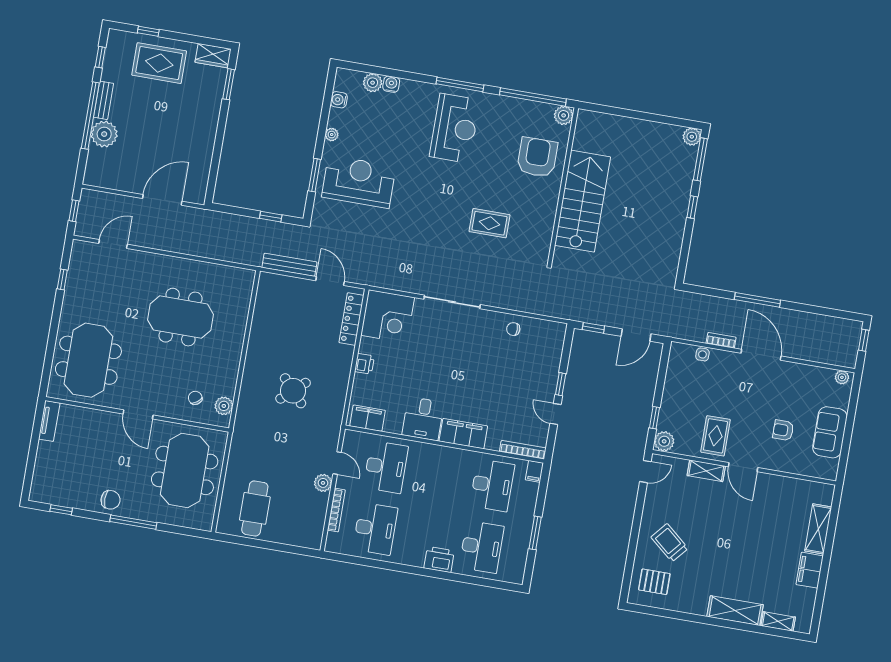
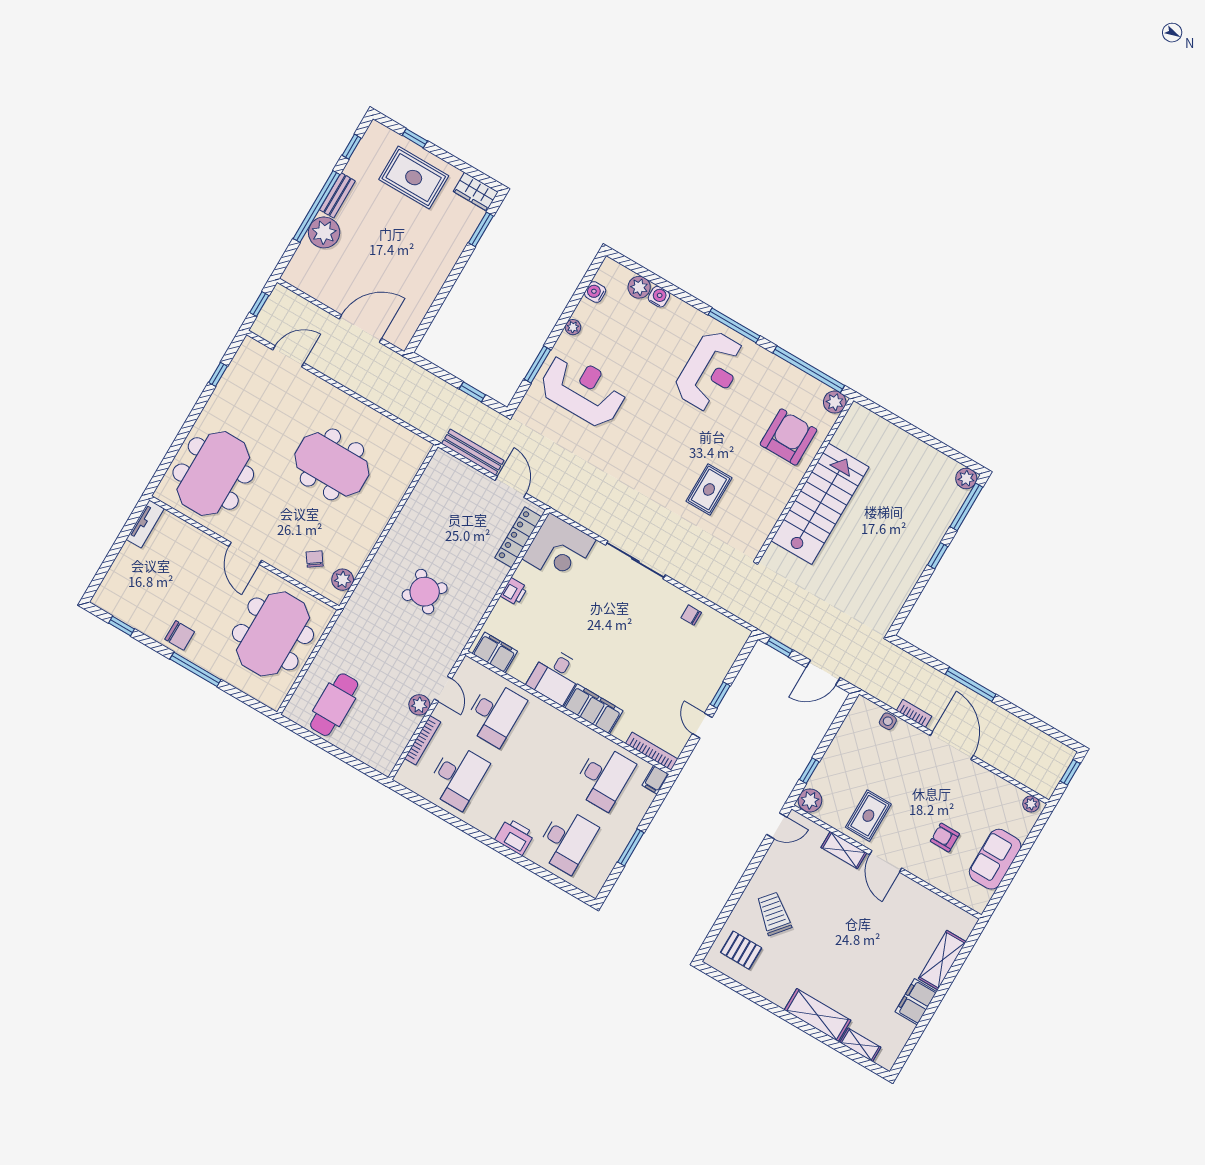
rug: (489, 223) -> (709, 489), turned 90

